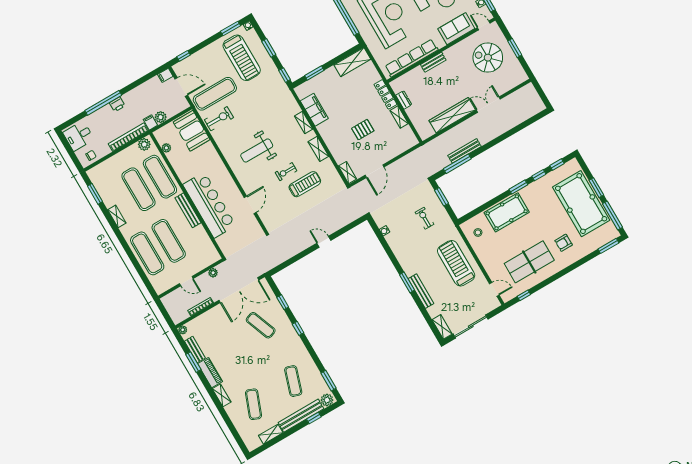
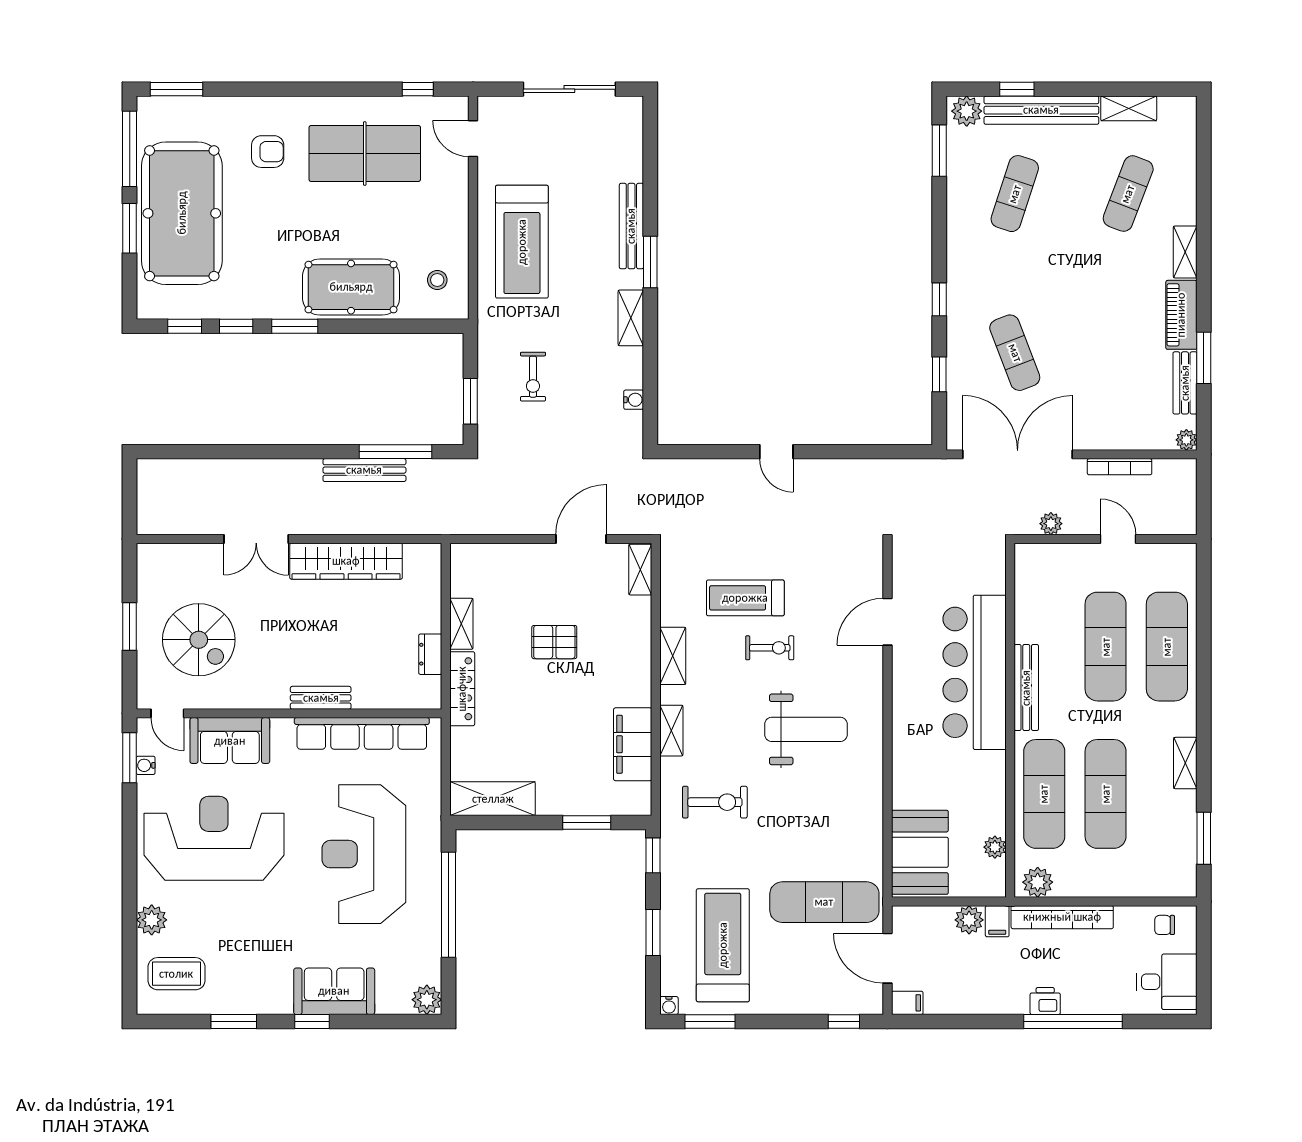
exercise bike: (219, 119) -> (715, 802), moved, turned 180
shelving: (442, 327) -> (631, 318), moved

